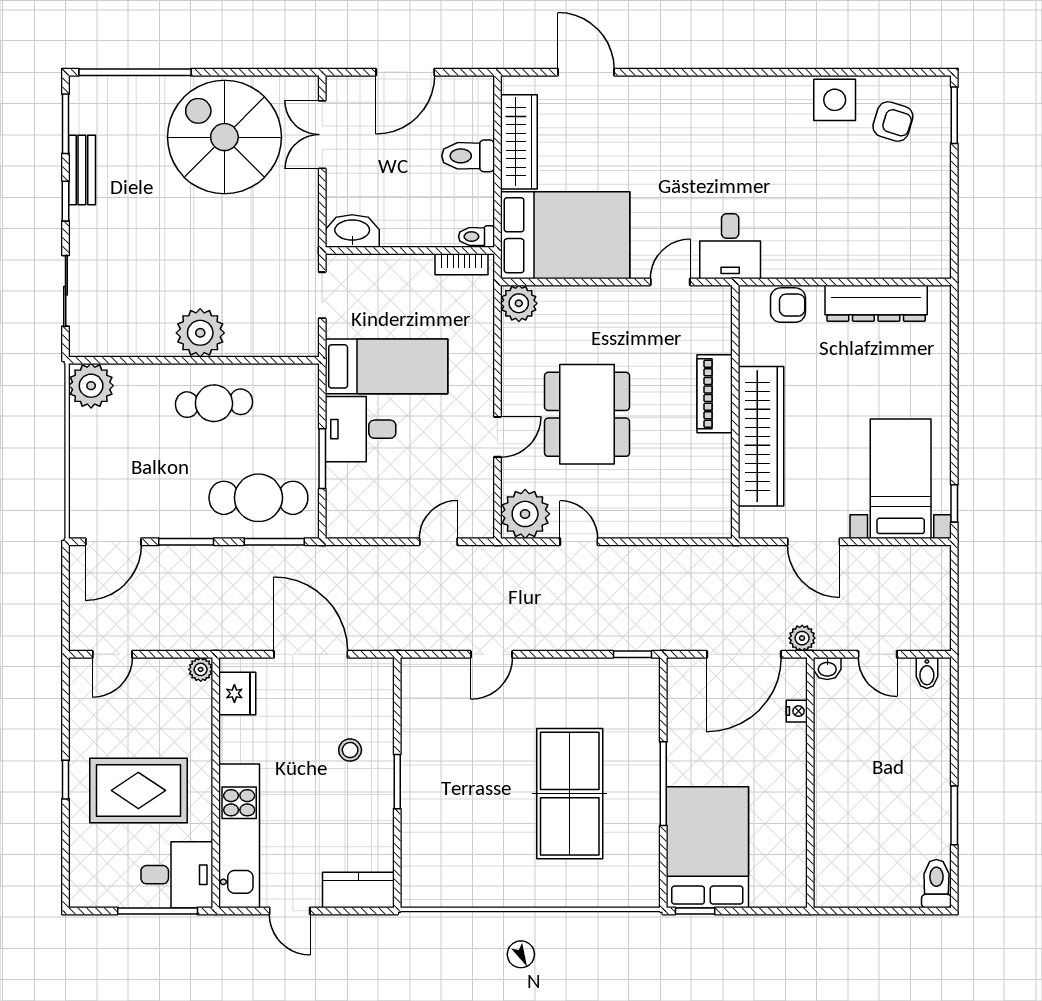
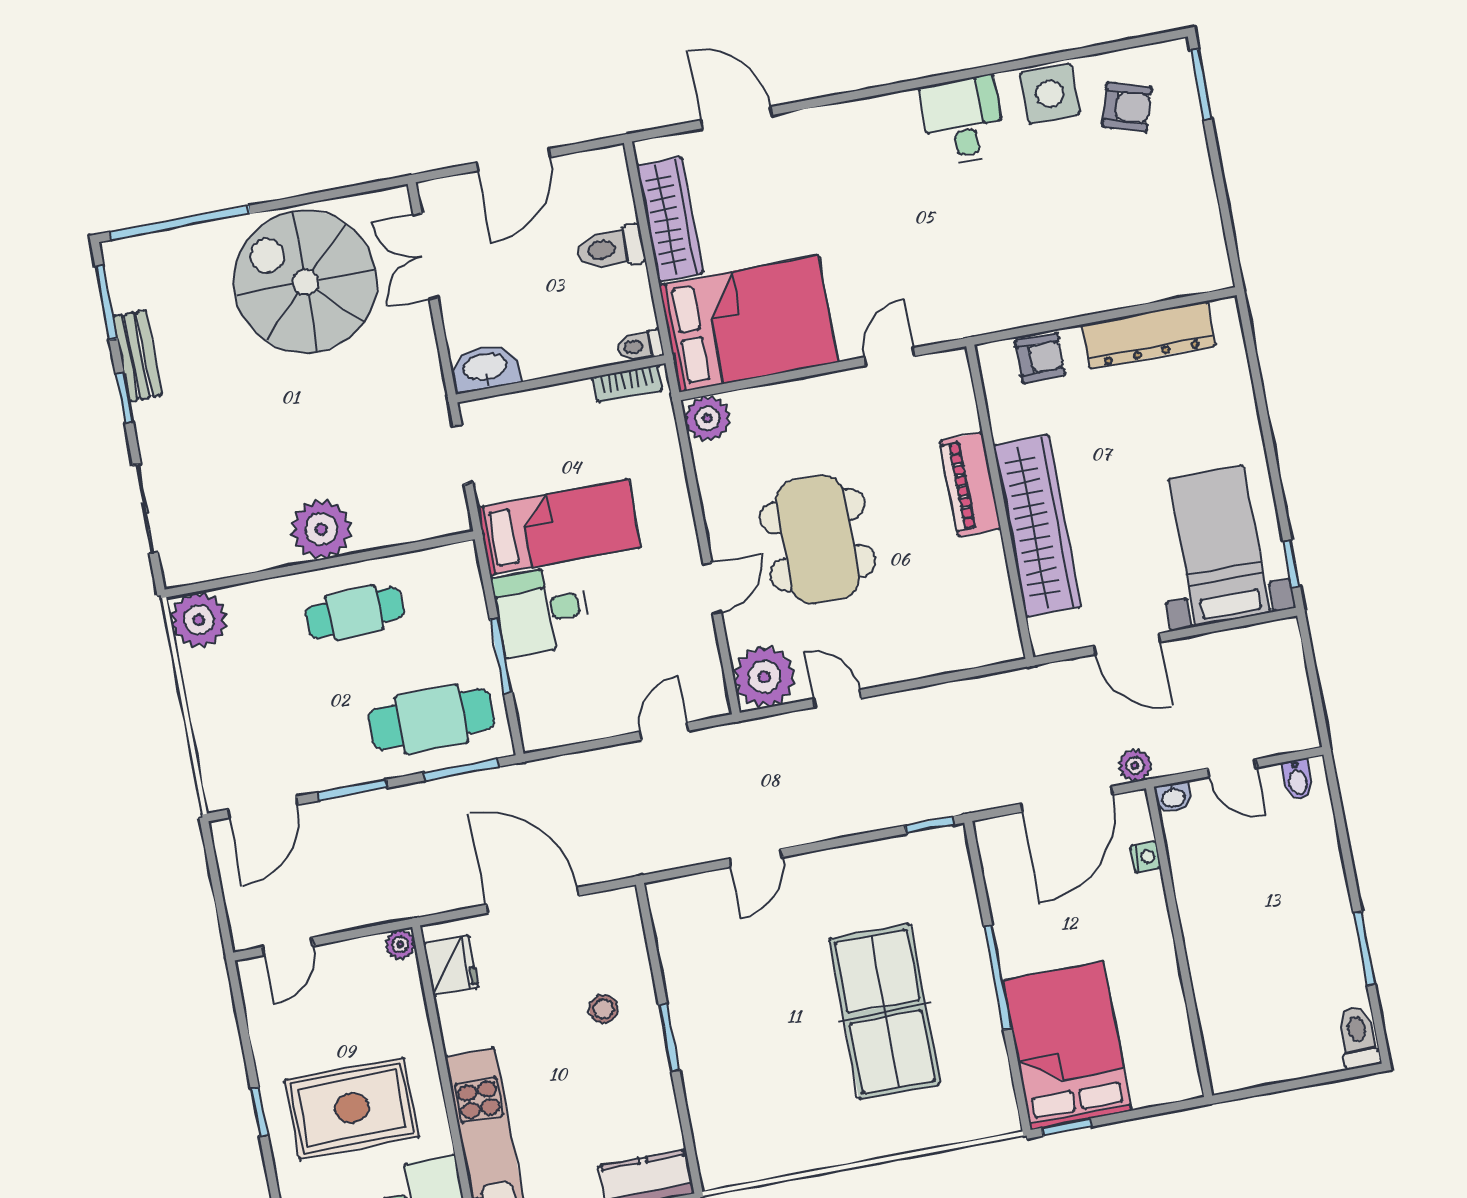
desk: (730, 246) -> (963, 120), moved, turned 180

